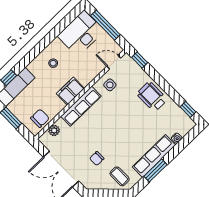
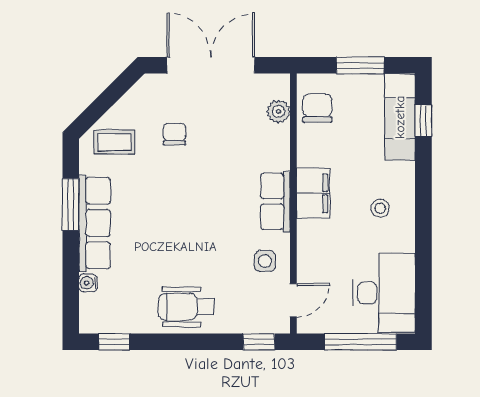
wheelchair: (152, 97) -> (186, 307), turned 180
row of seats: (81, 106) -> (275, 201), width x0.68
chair: (40, 118) -> (317, 108), turned 180

